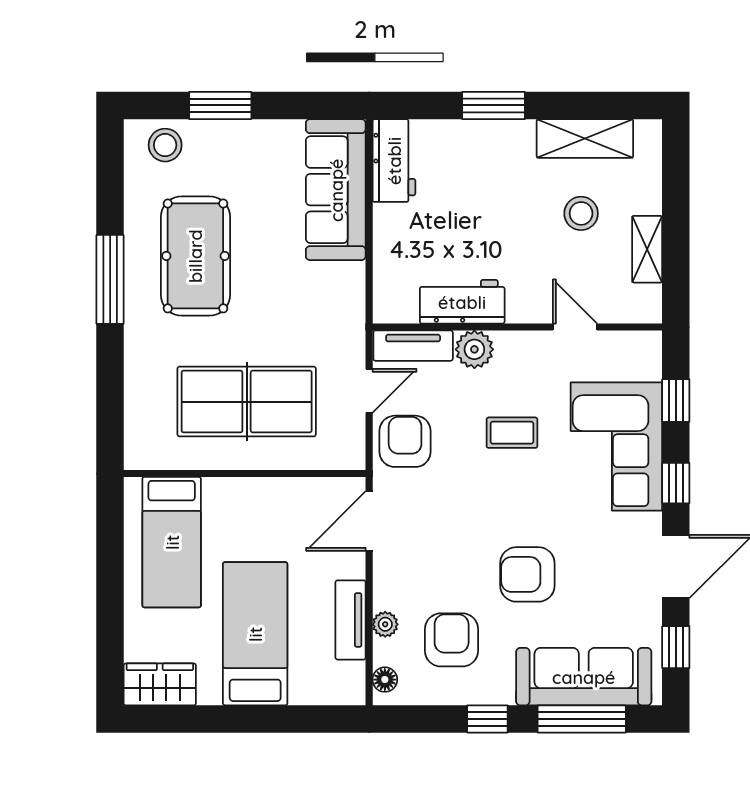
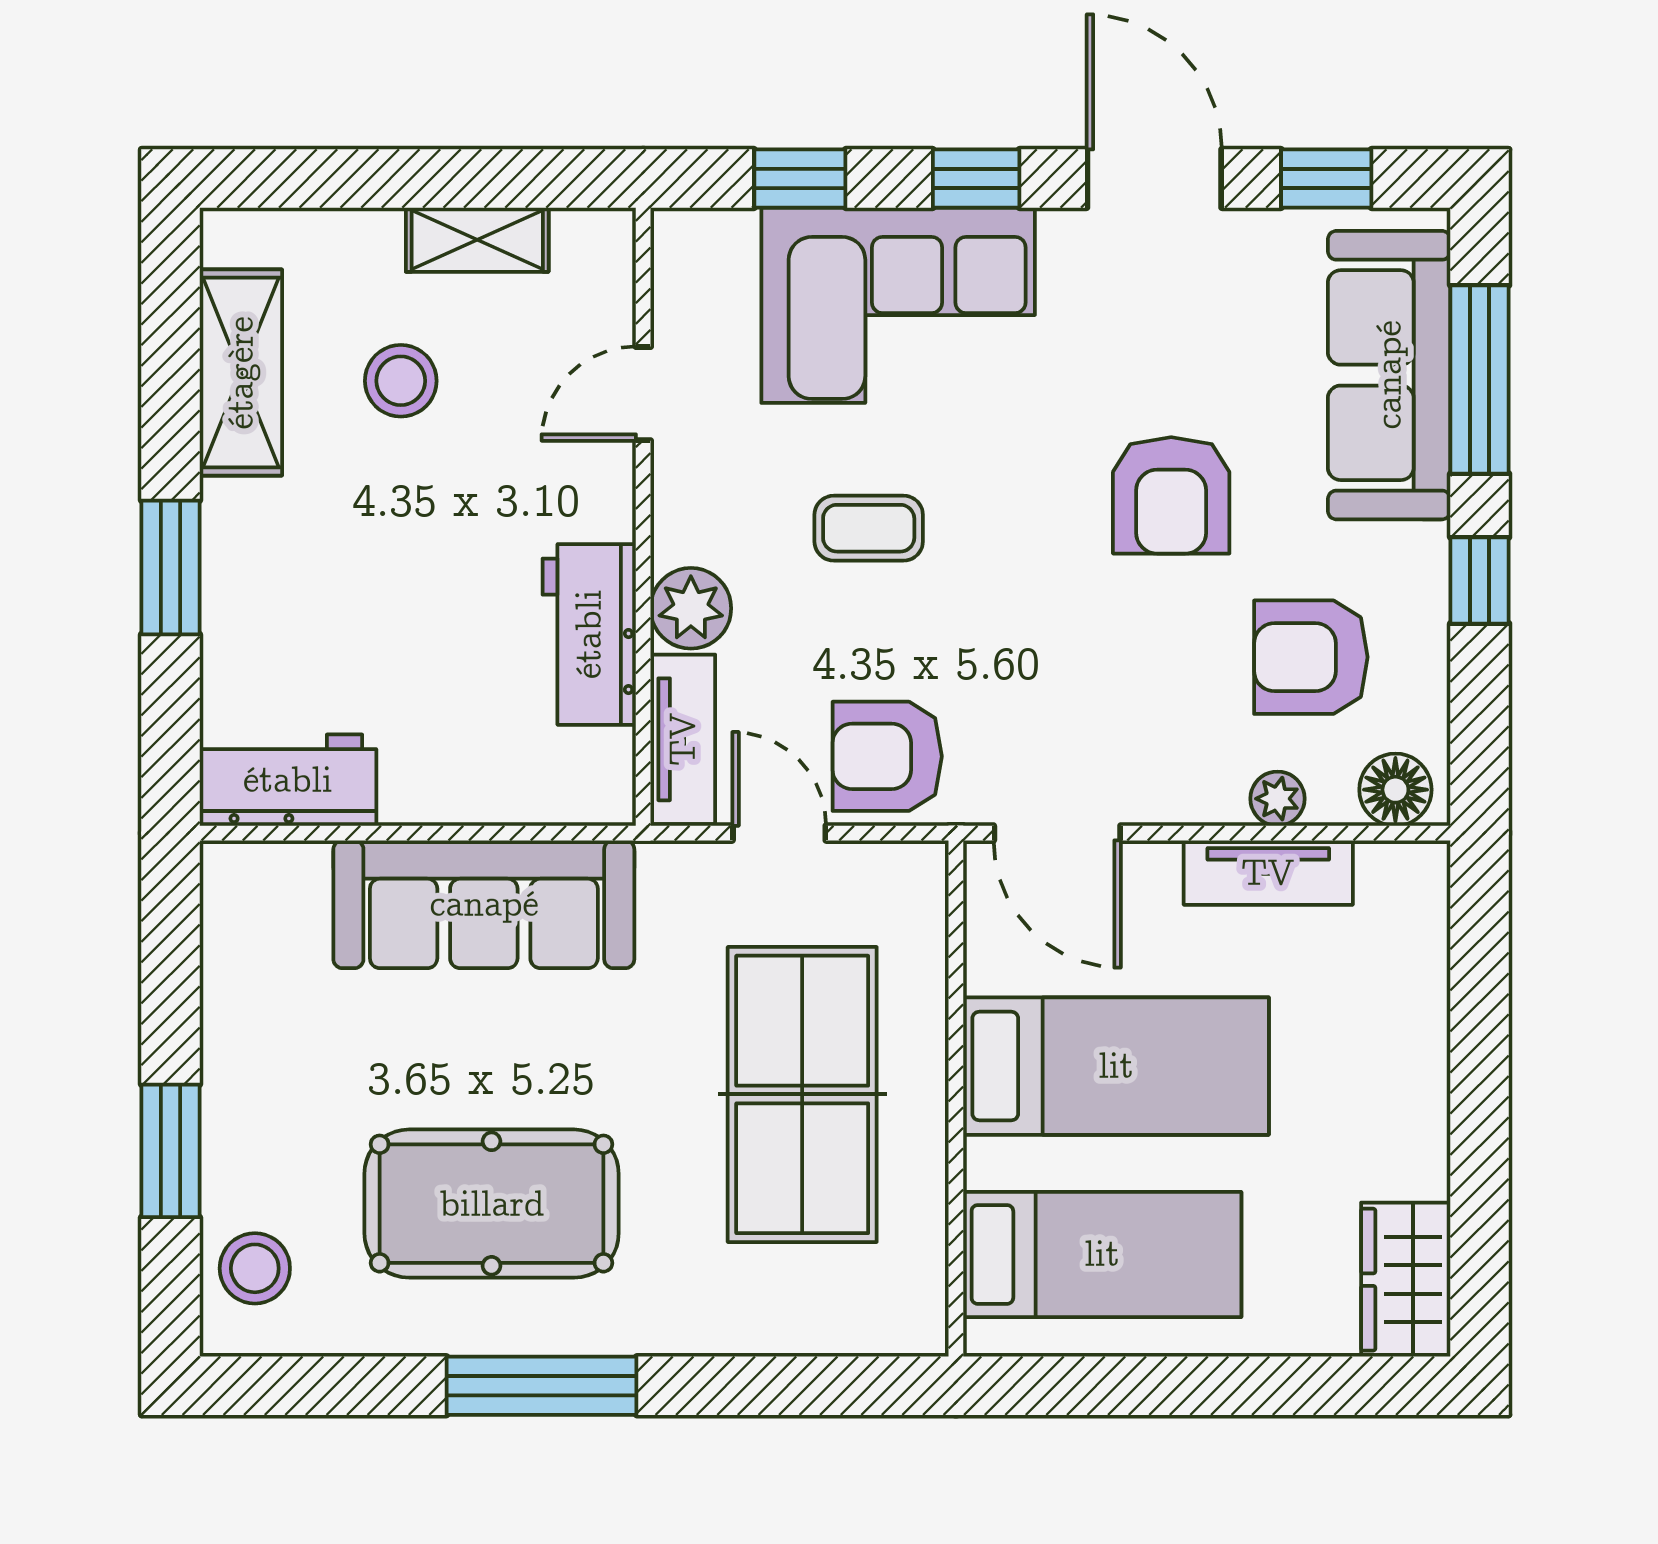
sofa: (336, 190) -> (484, 904), moved
coffee table: (512, 433) -> (869, 528), turned 90
bed: (255, 634) -> (1116, 1066), moved, turned 180
floor lamp: (385, 680) -> (1395, 790), width x1.37, depth x1.37

